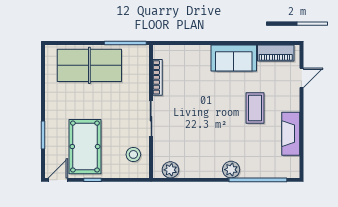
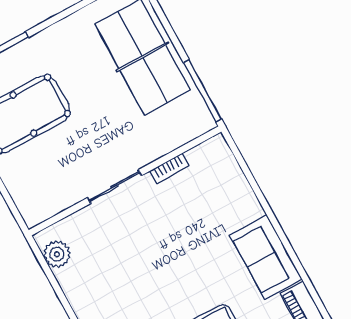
bookcase: (157, 77) -> (169, 168), width x0.64
stool: (133, 154) -> (50, 189), removed

